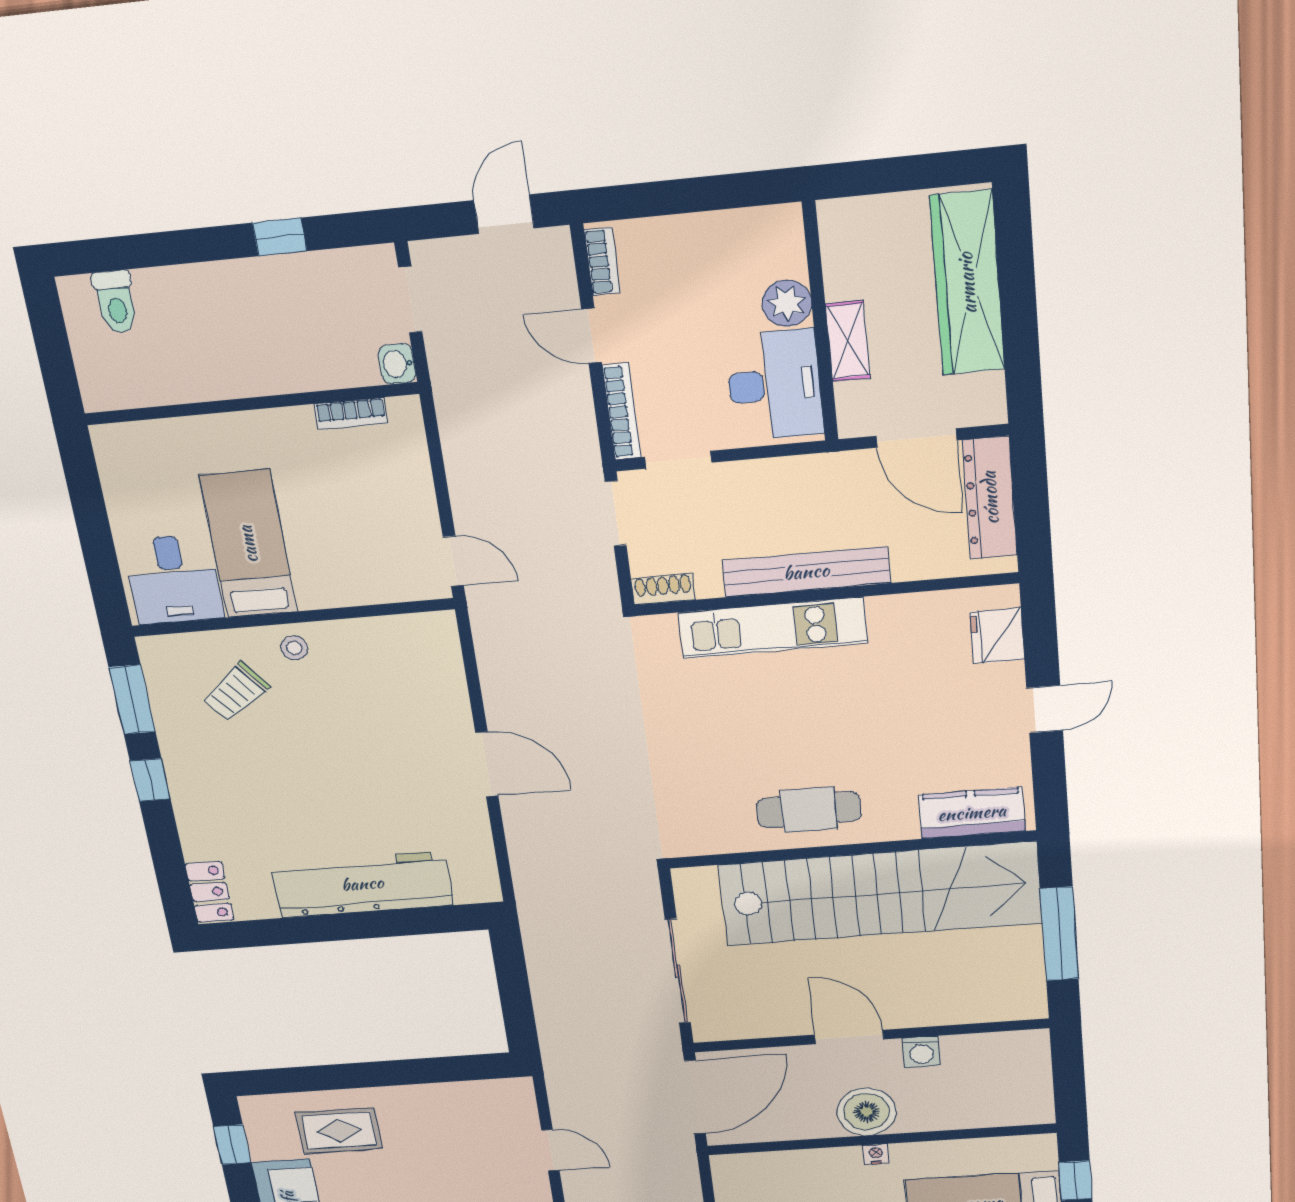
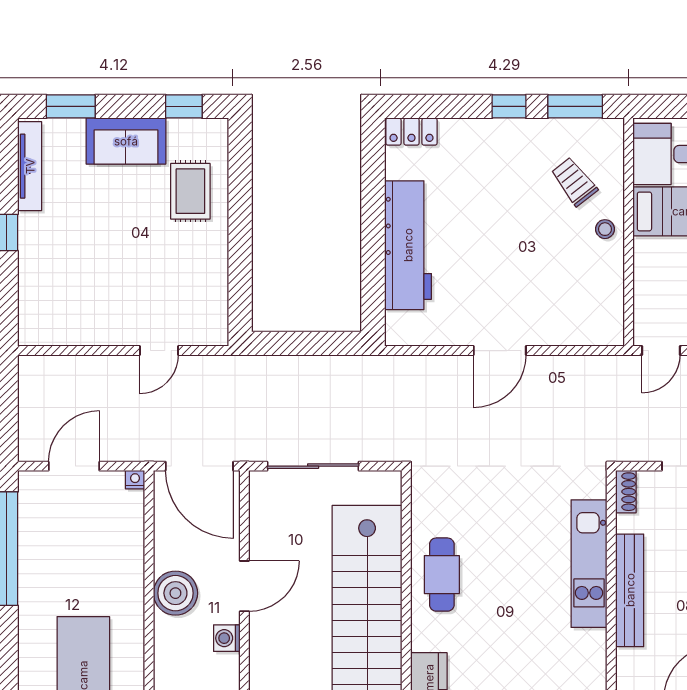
nightstand: (876, 1154) -> (135, 480), moved, turned -90

